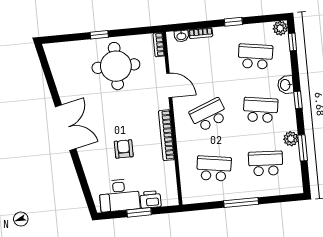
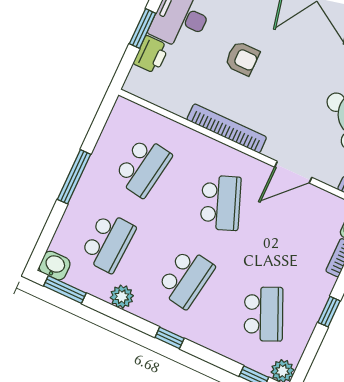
school desk: (255, 56) -> (264, 314), turned -33
washbasin: (286, 85) -> (55, 266), moved
window: (303, 148) -> (65, 290), moved

